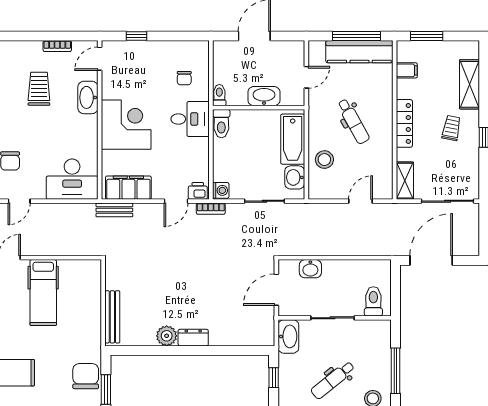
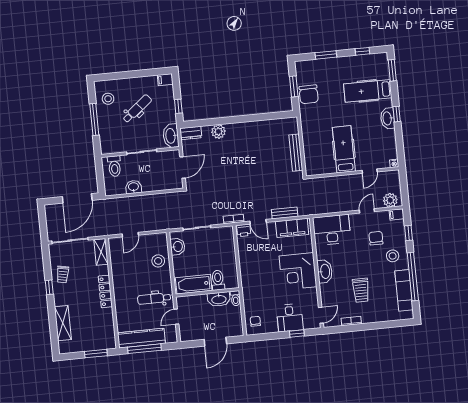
filing cabinet: (407, 70) -> (107, 328), removed
chair: (184, 78) -> (255, 321), moved
washbasin: (264, 96) -> (219, 299), moved
washbasin: (88, 97) -> (325, 271), moved
desk: (190, 119) -> (290, 318), moved, turned -90
dental chair: (353, 121) -> (154, 299), moved, turned -61
toilet: (221, 124) -> (218, 280), moved
trolley: (451, 128) -> (63, 274), moved
bathtub: (293, 139) -> (194, 284), moved, turned -90
washing machine: (221, 190) -> (228, 232), removed
door: (176, 201) -> (258, 222), swing flipped
bench: (114, 210) -> (285, 213), moved
washbasin: (310, 269) -> (134, 187), moved
bench: (112, 317) -> (296, 153), moved
plant: (167, 336) -> (218, 132), moved
dresser: (193, 338) -> (191, 133), moved

